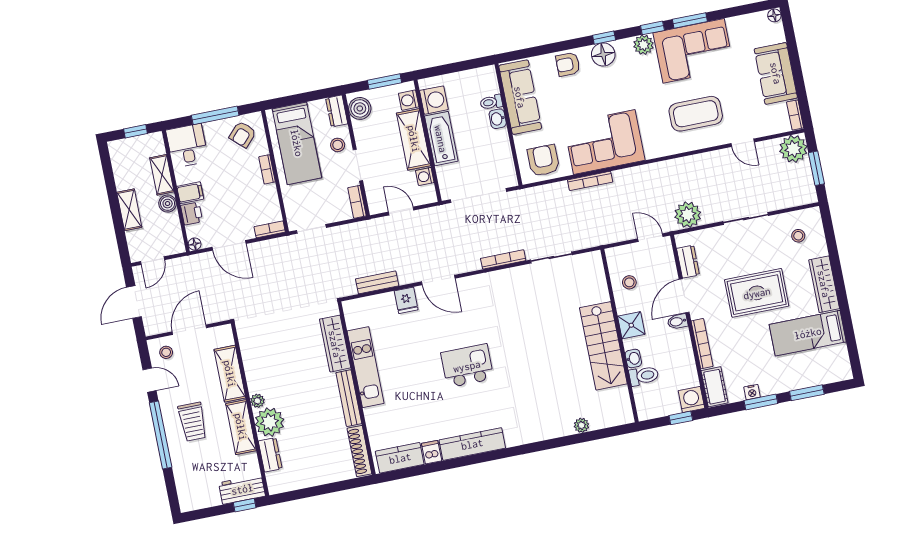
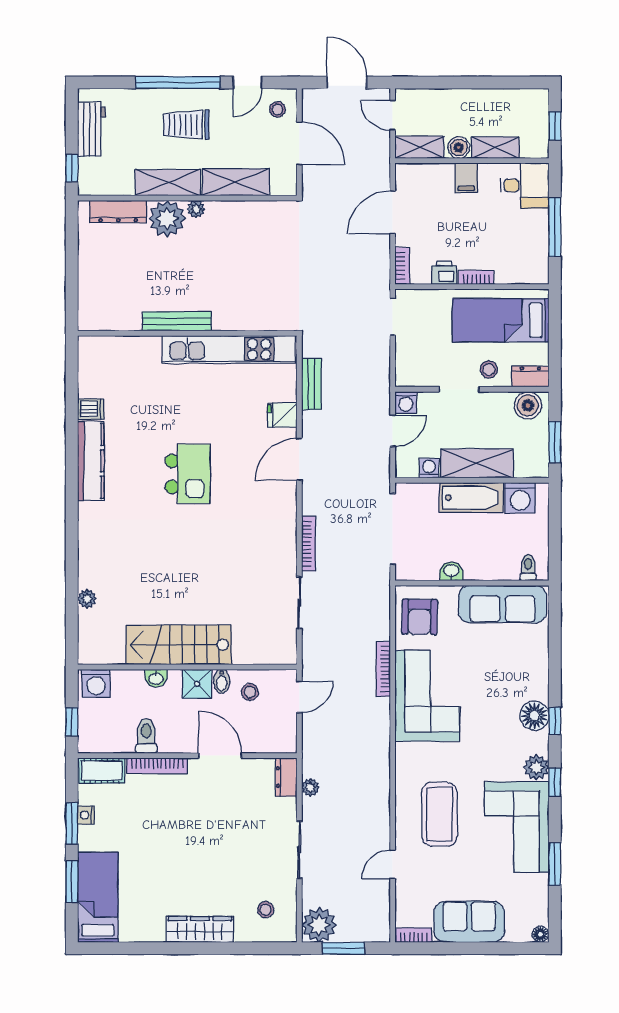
window: (690, 20) -> (555, 864), moved
armchair: (568, 64) -> (531, 670), removed
washing machine: (409, 100) -> (406, 403), moved, turned 180
toilet: (491, 102) -> (528, 567), moved
washbasin: (498, 119) -> (451, 571), moved
armchair: (243, 134) -> (525, 256), removed
plant: (793, 149) -> (319, 925), moved
armchair: (543, 160) -> (420, 617), turned 91
bookcase: (357, 202) -> (415, 379), removed
shelving: (129, 210) -> (419, 147), moved
printer: (192, 214) -> (444, 273), moved, turned 180
plant: (688, 215) -> (310, 788), width x0.53, depth x0.53
door: (650, 238) -> (299, 697), moved
floor lamp: (195, 244) -> (403, 171), removed
dresser: (688, 262) -> (286, 777), moved, turned 90
rug: (757, 293) -> (206, 845), removed
bidet: (678, 322) -> (222, 681), moved, turned 180
bed: (808, 333) -> (98, 897), moved
wardrobe: (335, 344) -> (247, 318), removed
kitchen unit: (366, 367) -> (228, 349), width x1.36
toilet: (644, 376) -> (146, 736), moved, turned 180
washing machine: (691, 399) -> (96, 683), moved, turned 90
shoe rack: (359, 451) -> (110, 321), removed
dresser: (270, 455) -> (118, 211), width x1.44
kitchen counter: (400, 458) -> (92, 369), removed
workbench: (242, 489) -> (92, 129), moved

